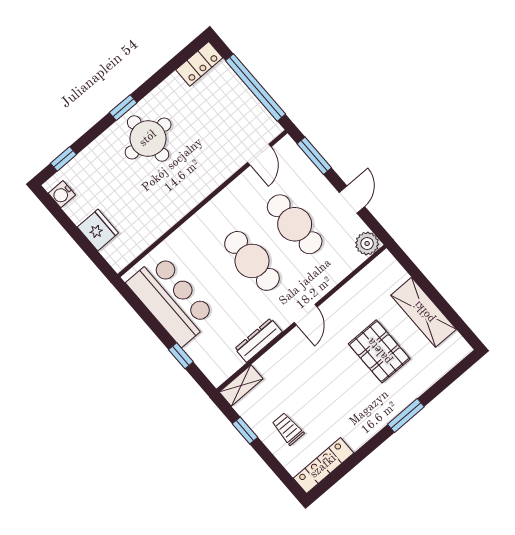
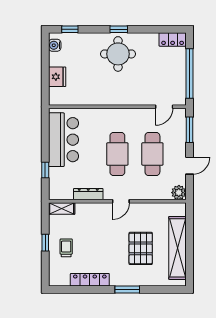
shelving: (424, 312) -> (178, 248), width x1.47
window: (245, 430) -> (45, 243), moved
locker: (323, 466) -> (90, 280), moved

